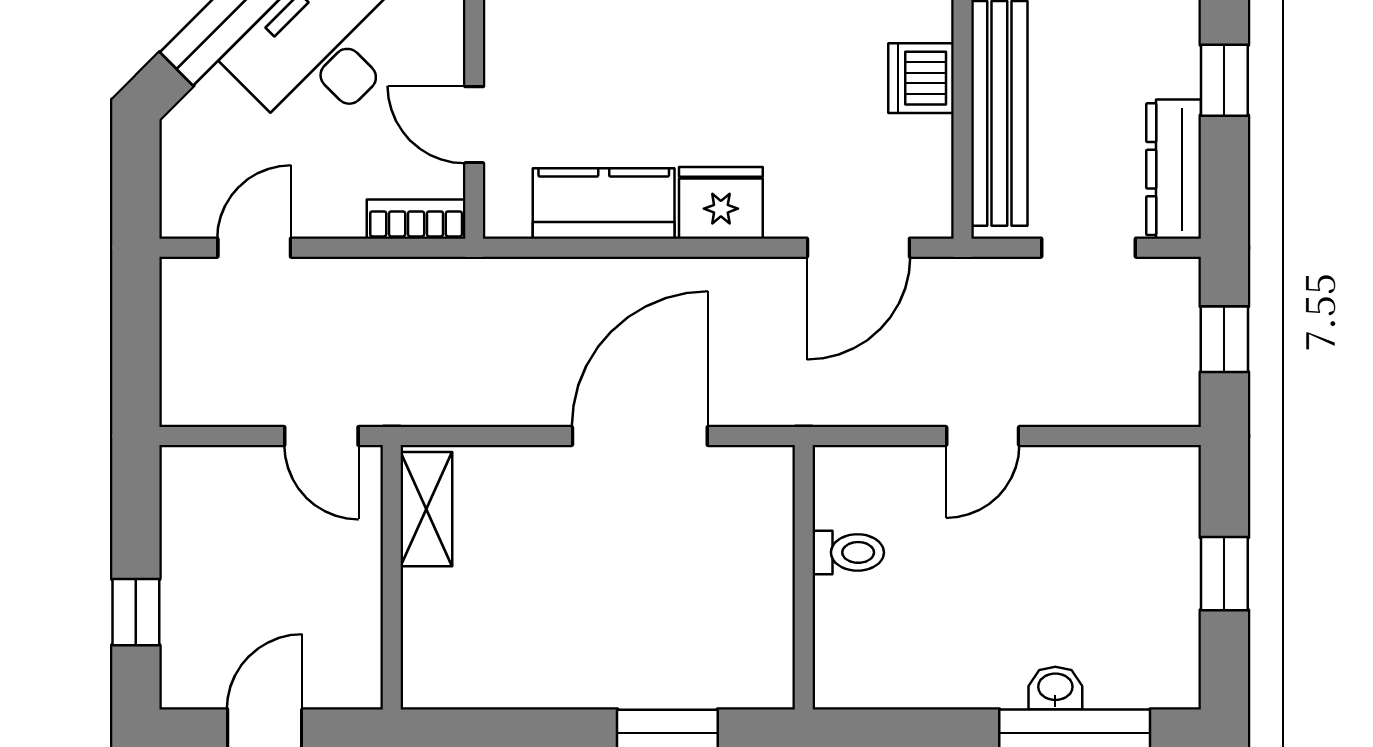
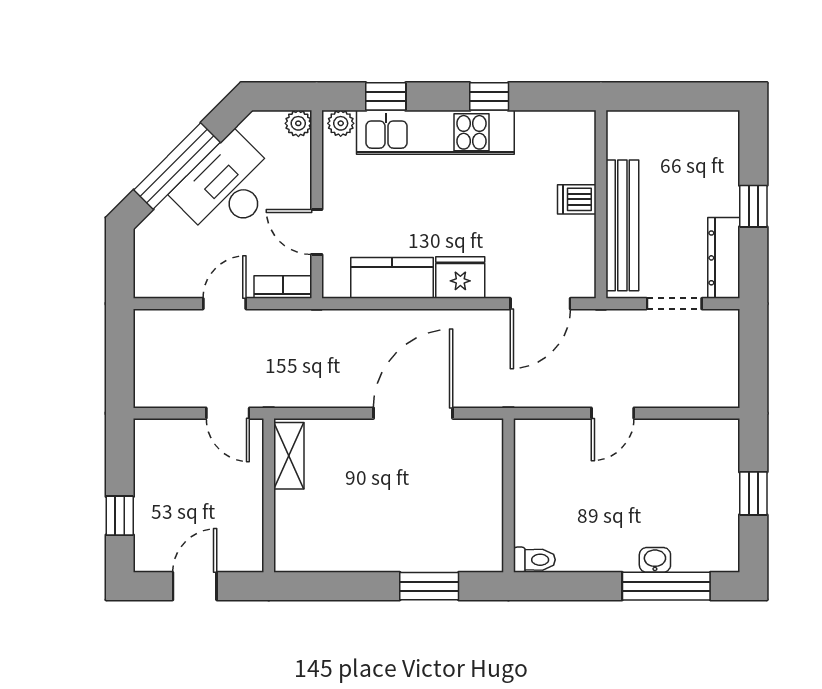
dishwasher: (921, 78) -> (577, 199), width x0.73
door: (254, 248) -> (224, 304), moved
window: (1224, 339) -> (753, 357), removed
toilet: (848, 552) -> (534, 560), moved

